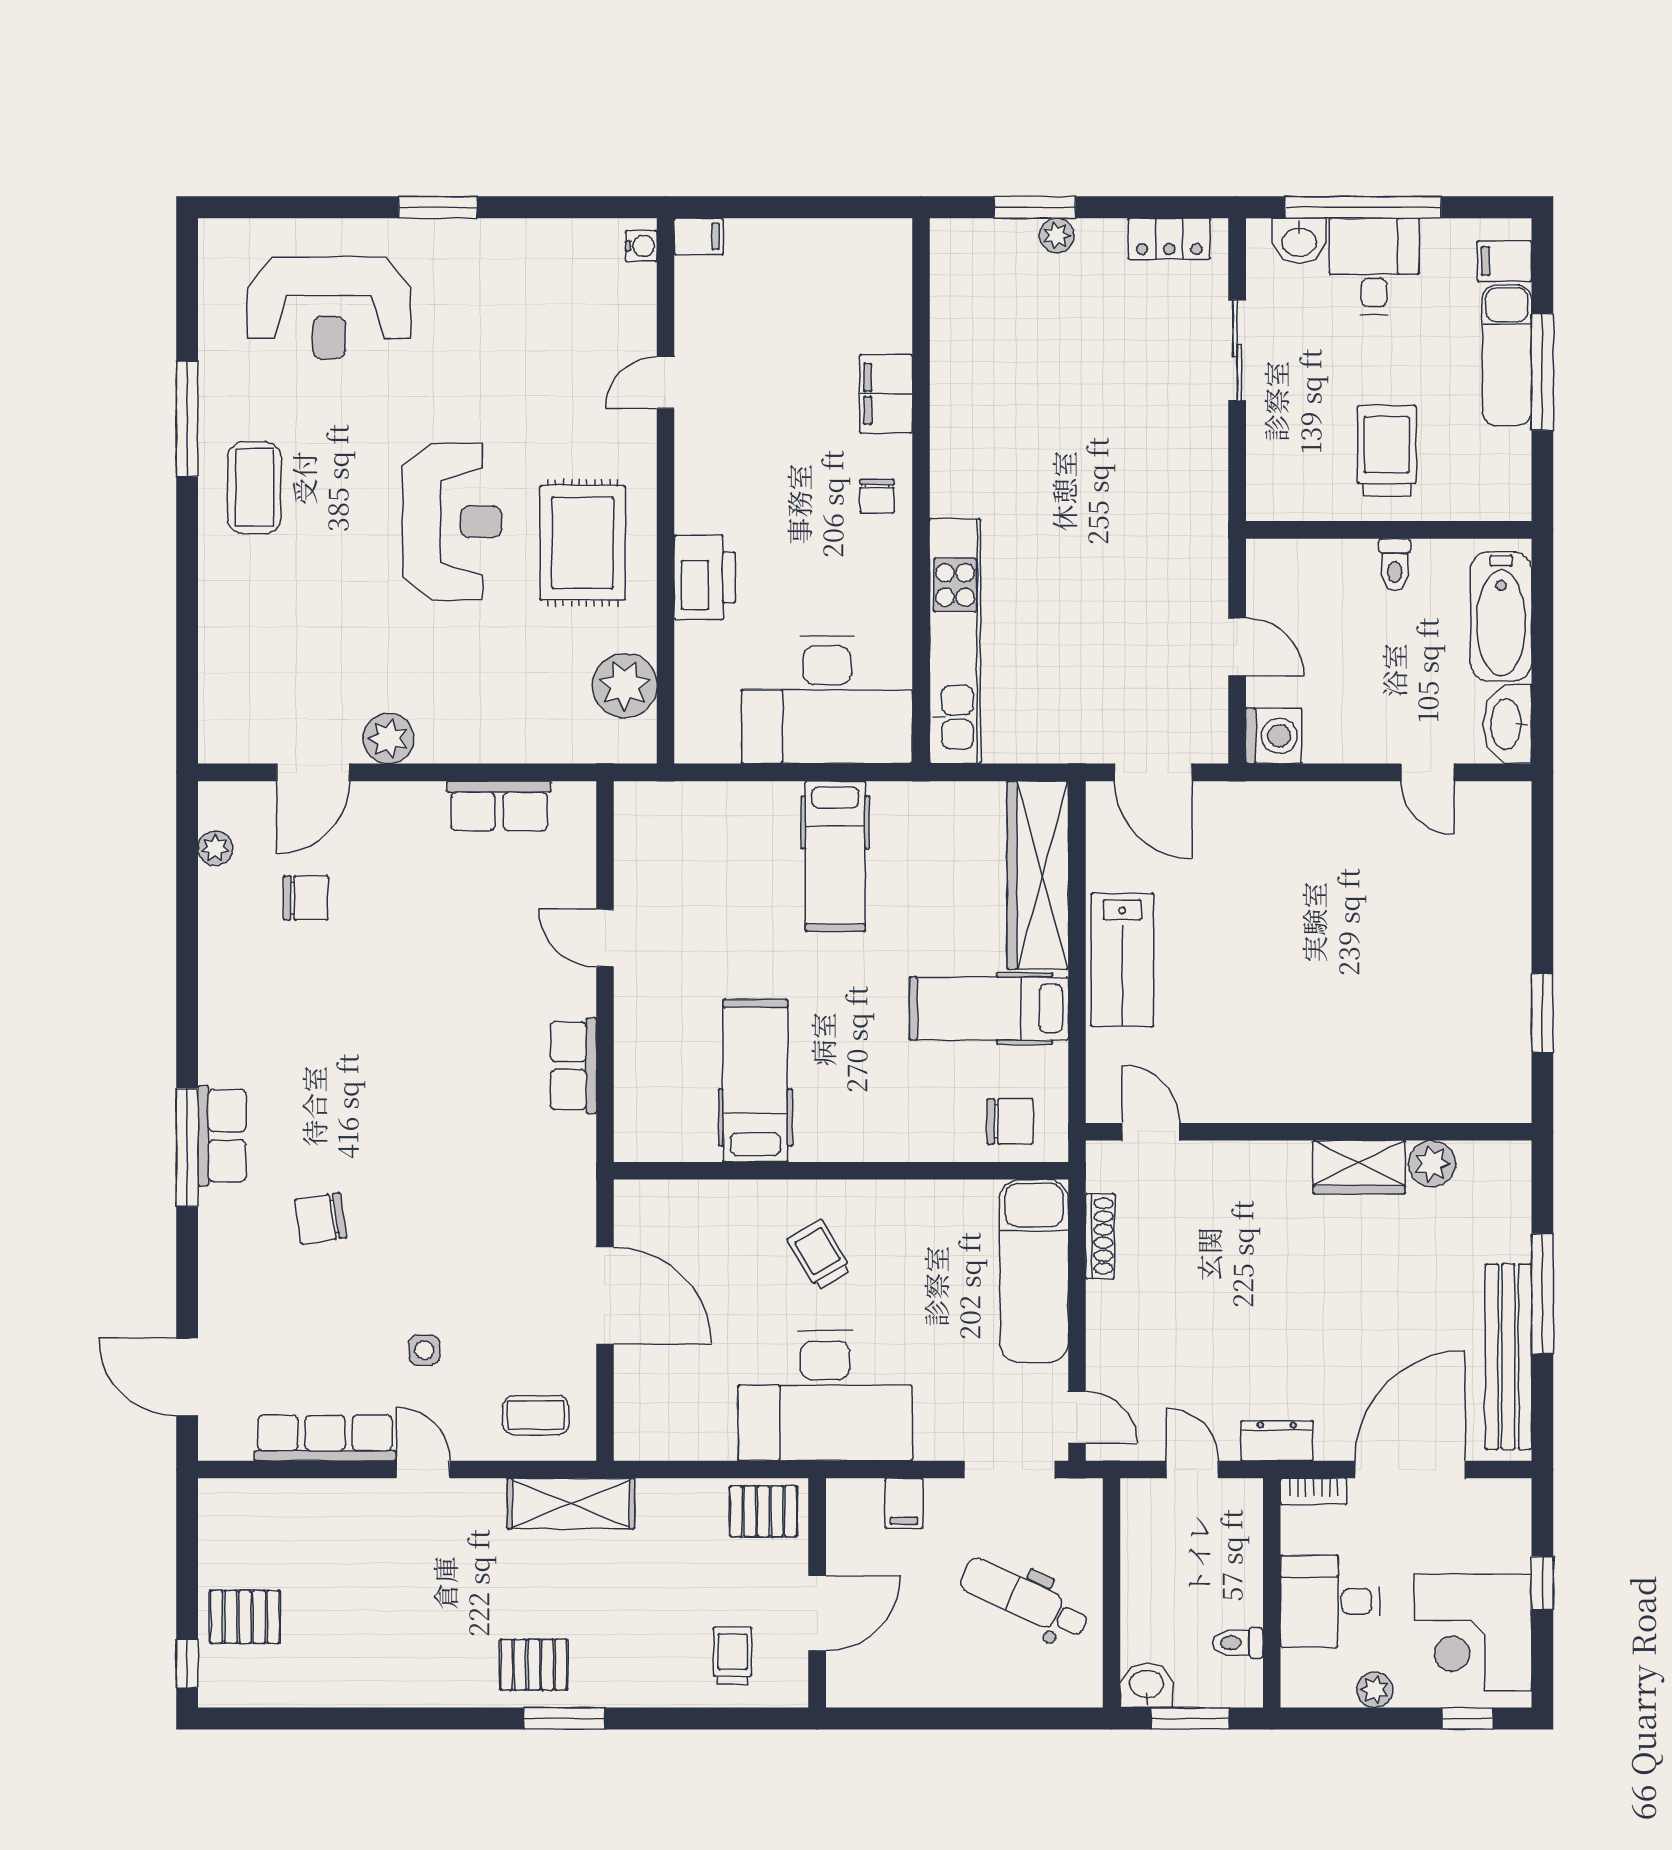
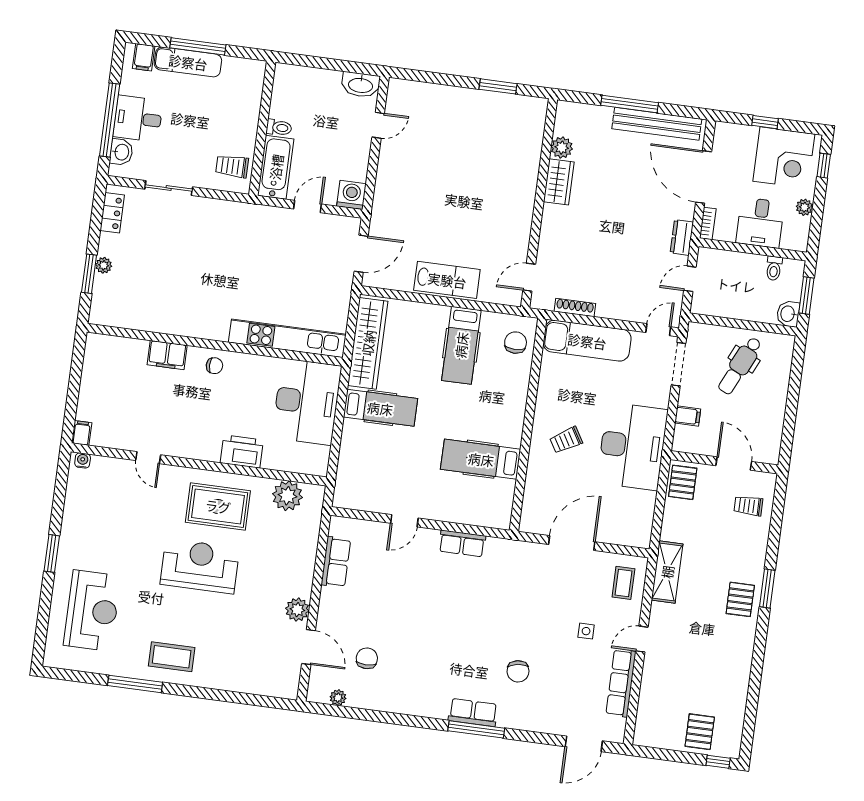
trolley: (1387, 451) -> (232, 166), moved, width x0.73, depth x0.72
bathtub: (1501, 616) -> (276, 167), moved, turned -90
wardrobe: (1038, 875) -> (368, 343), moved, turned -90

